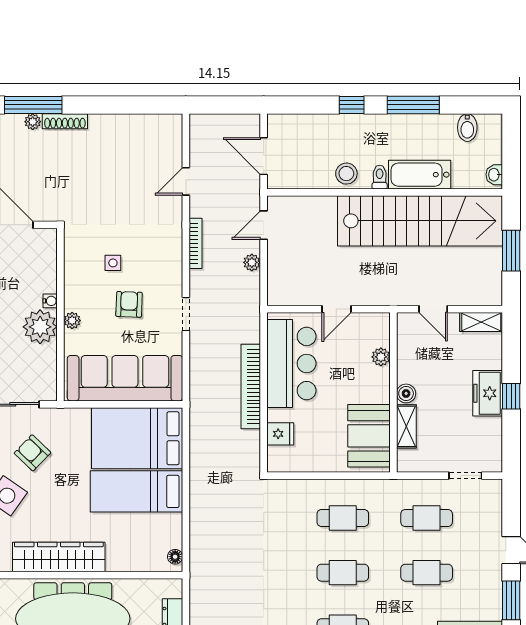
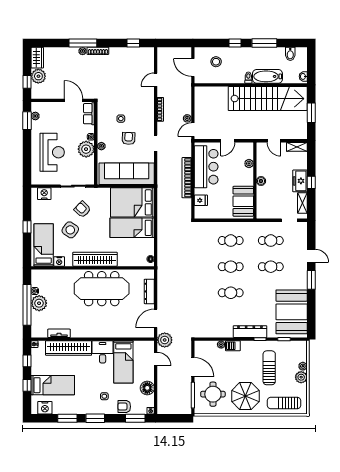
window: (139, 105) -> (133, 43), added
stool: (346, 174) -> (216, 62), moved
door: (264, 225) -> (193, 130), moved
row of seats: (46, 253) -> (89, 114), added
shelving: (406, 426) -> (302, 203), moved

